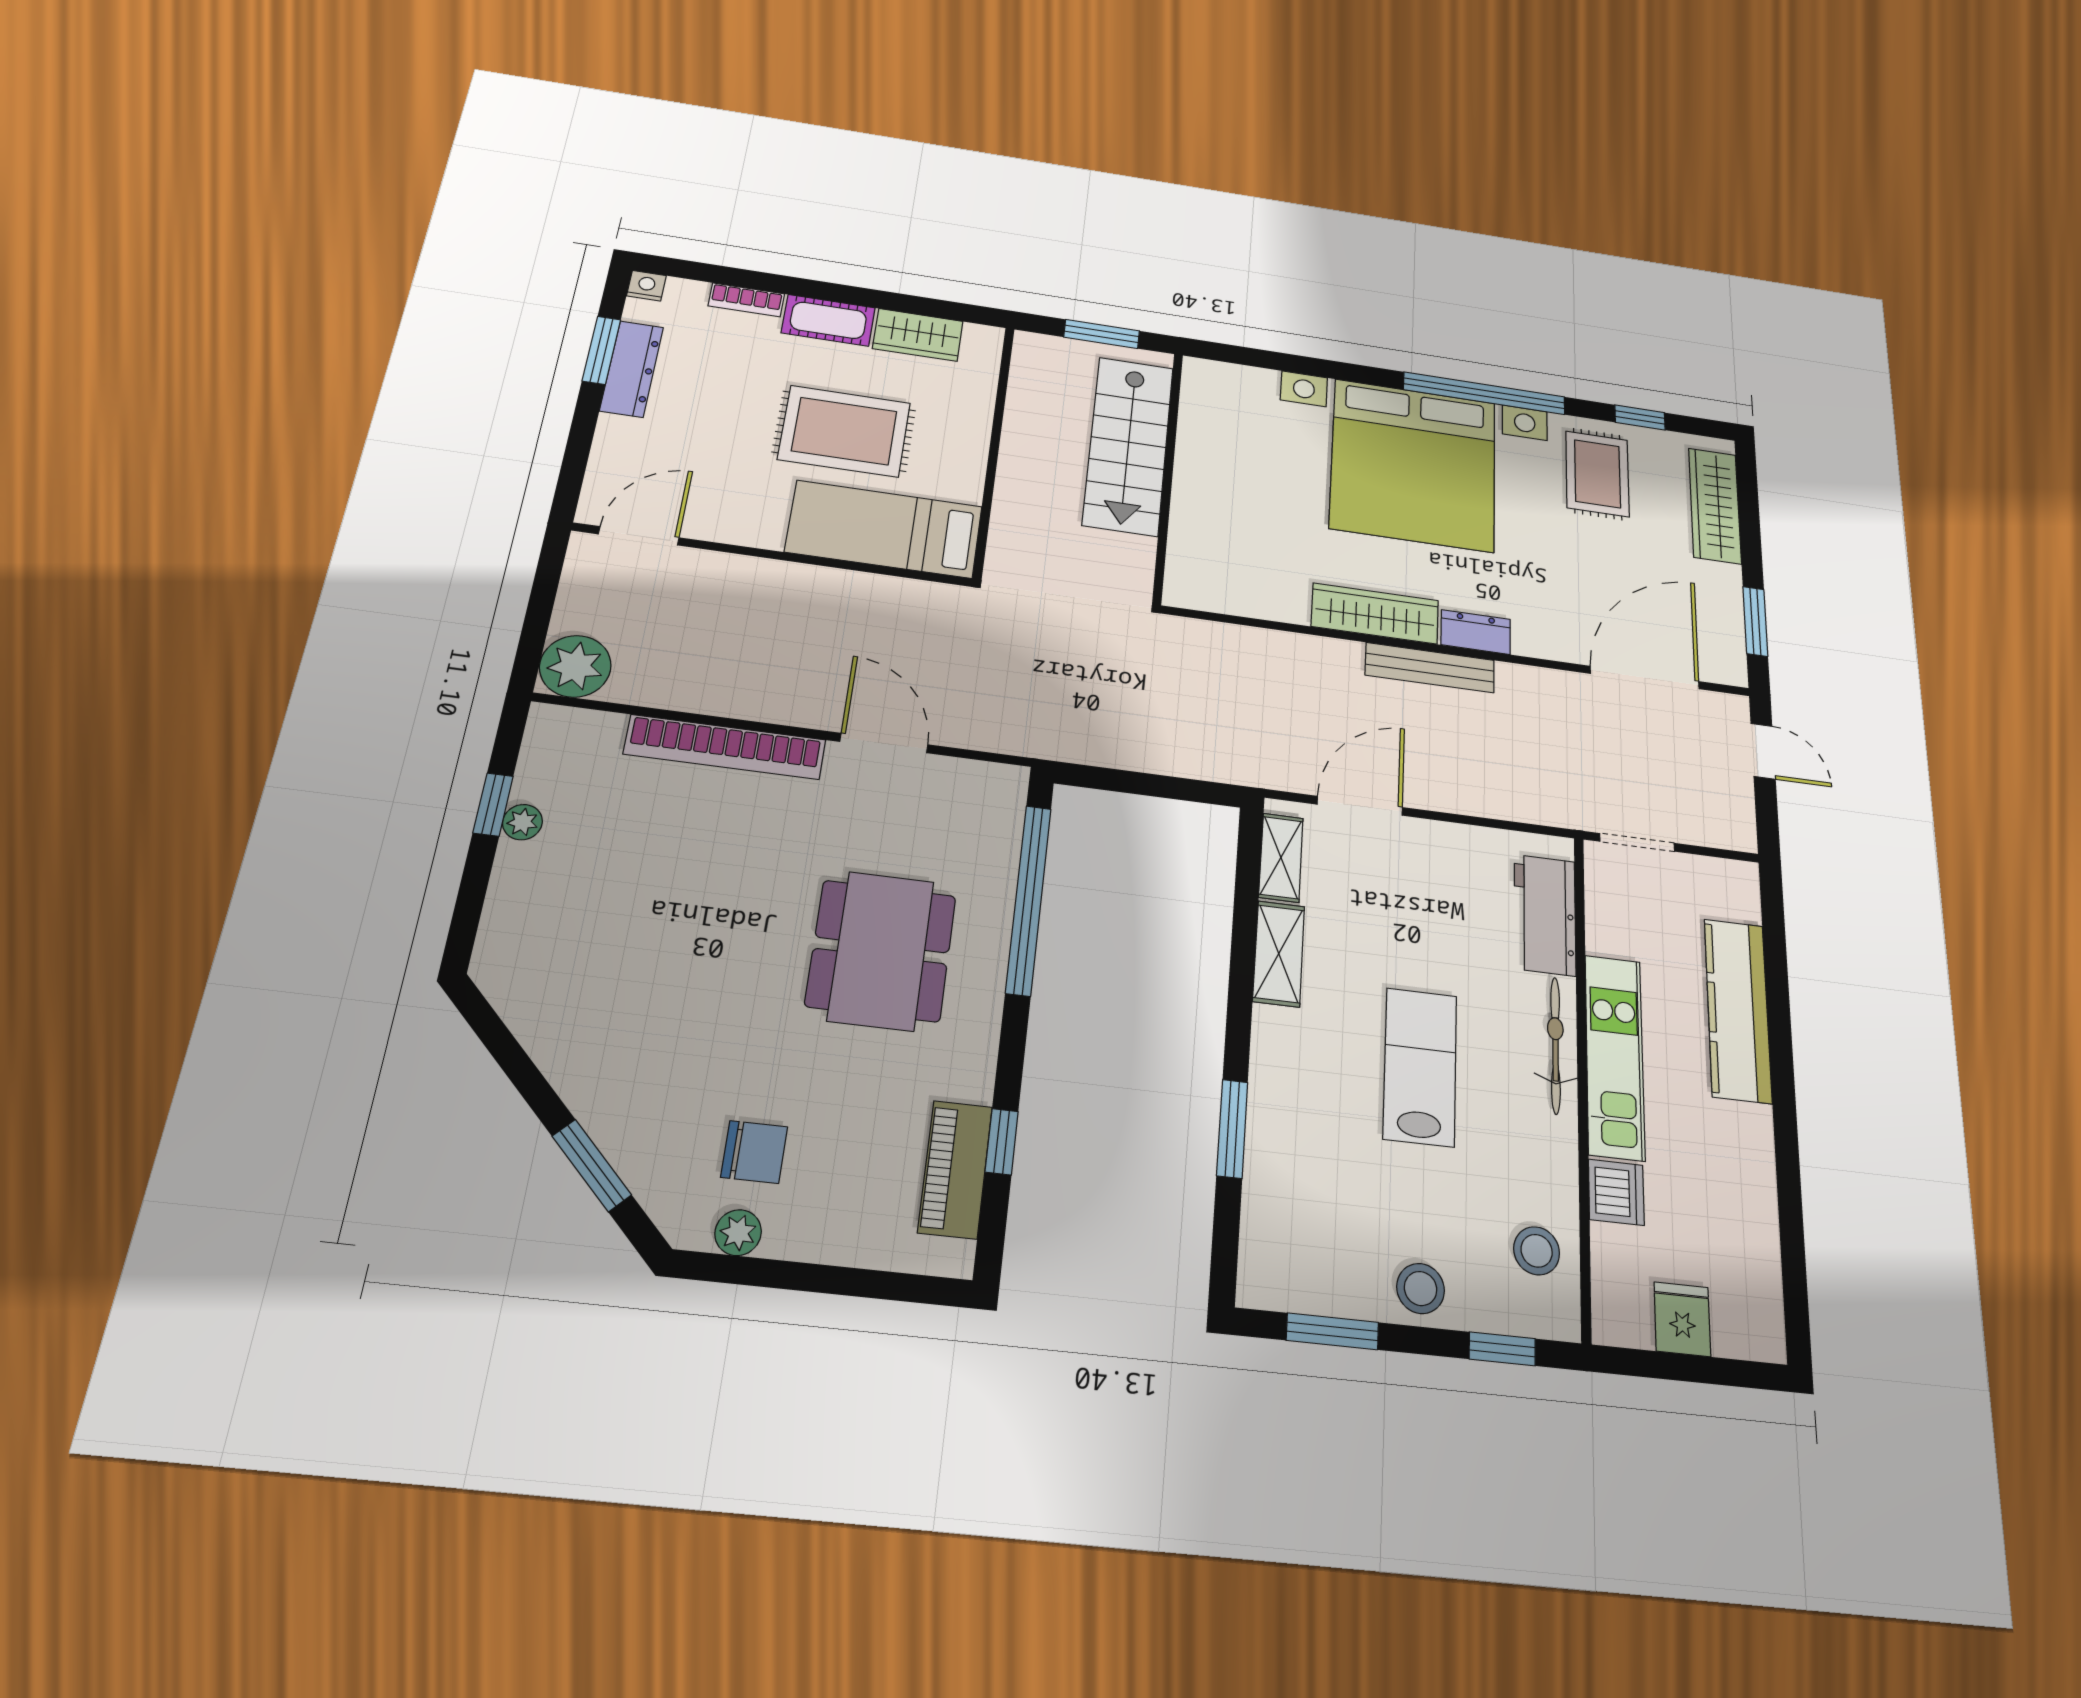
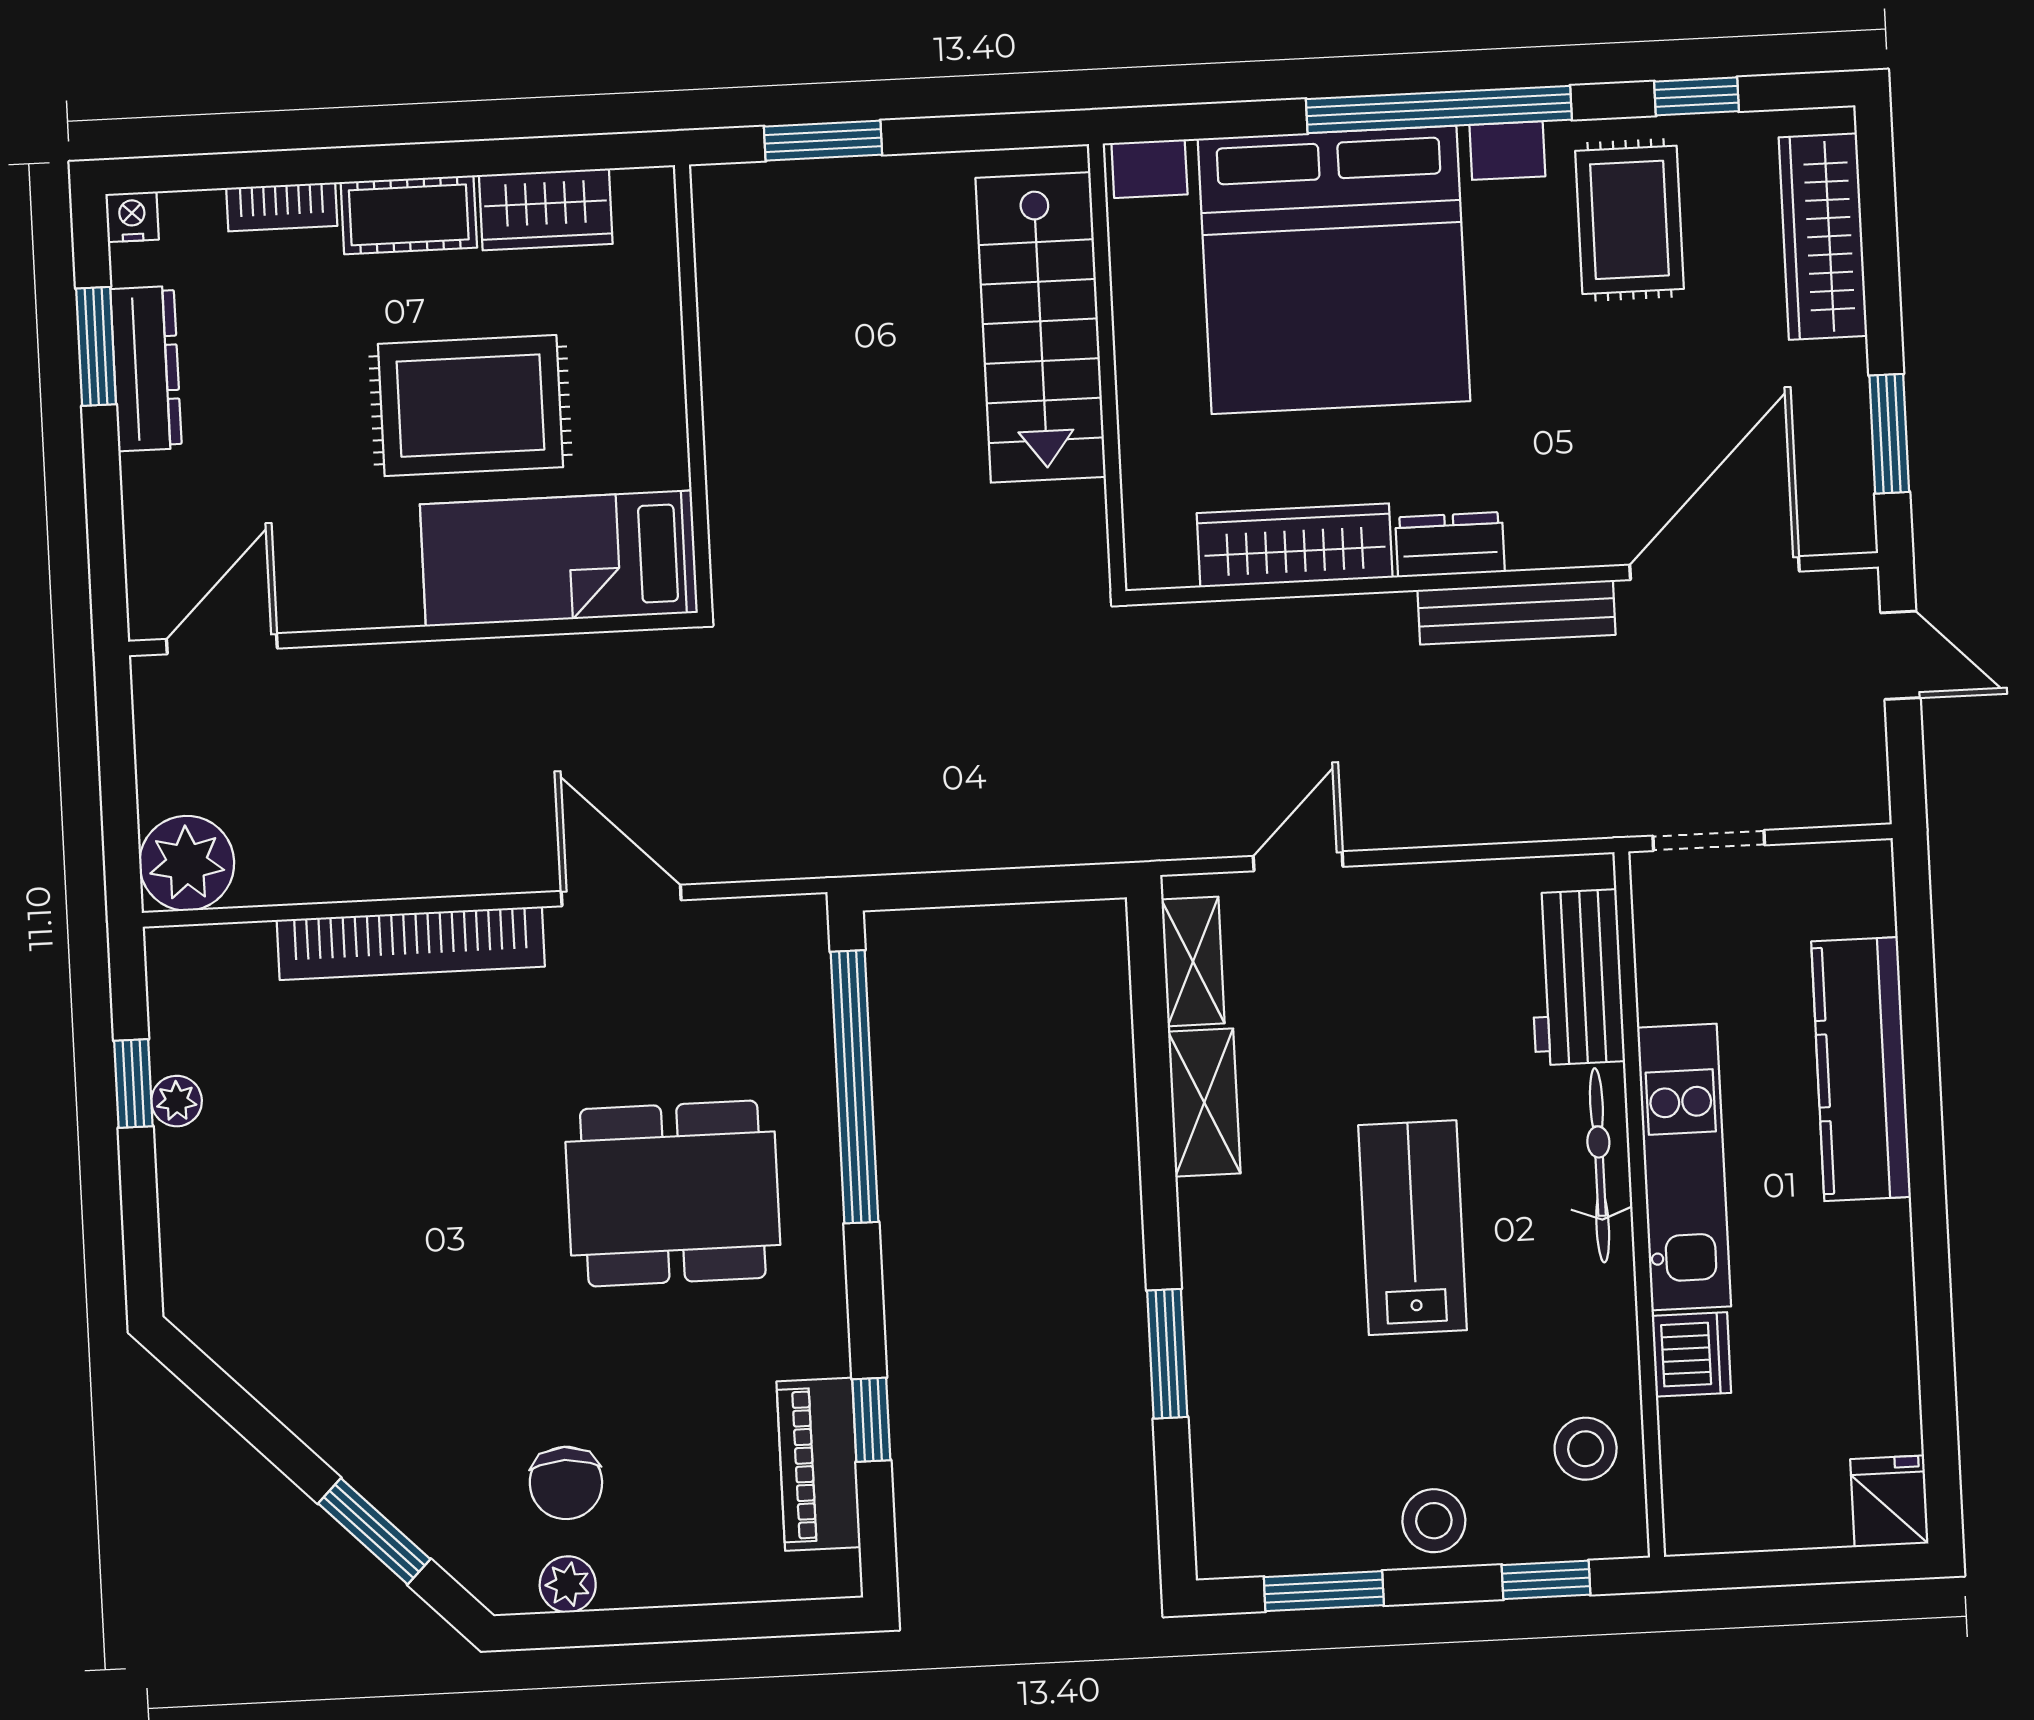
stairs: (1128, 445) -> (1041, 327), moved
wall: (1168, 476) -> (1107, 368), moved
bench: (1430, 668) -> (1516, 612), moved
door: (1360, 806) -> (1298, 861), width x0.73
dining table: (881, 951) -> (673, 1193), turned 90
chair: (754, 1152) -> (566, 1483), turned 90
fridge: (1682, 1319) -> (1889, 1501), moved

